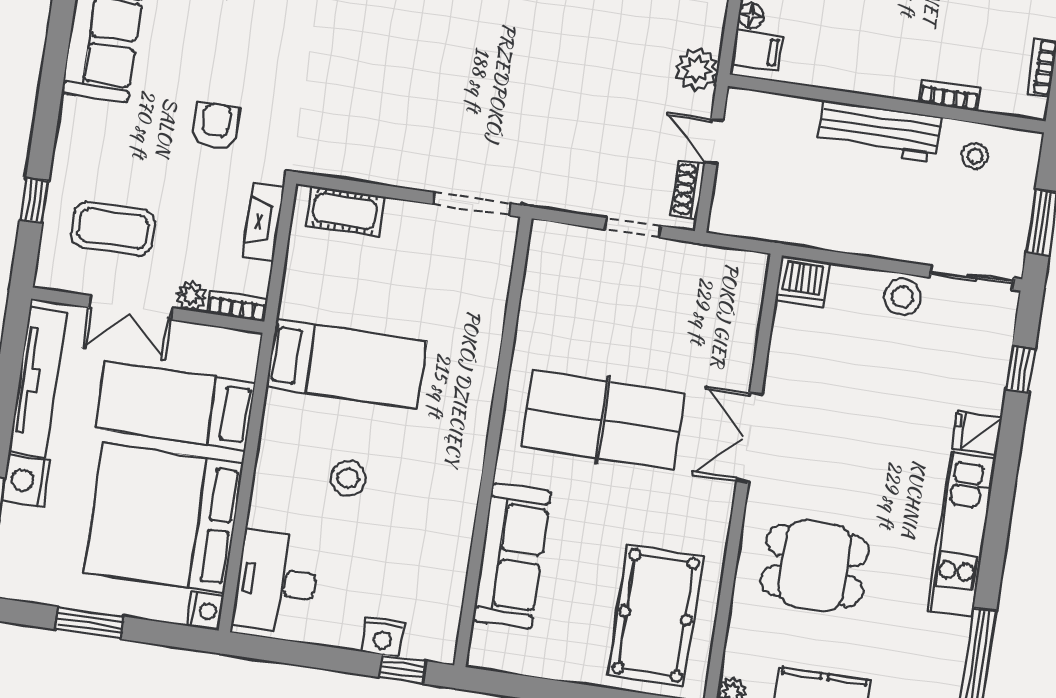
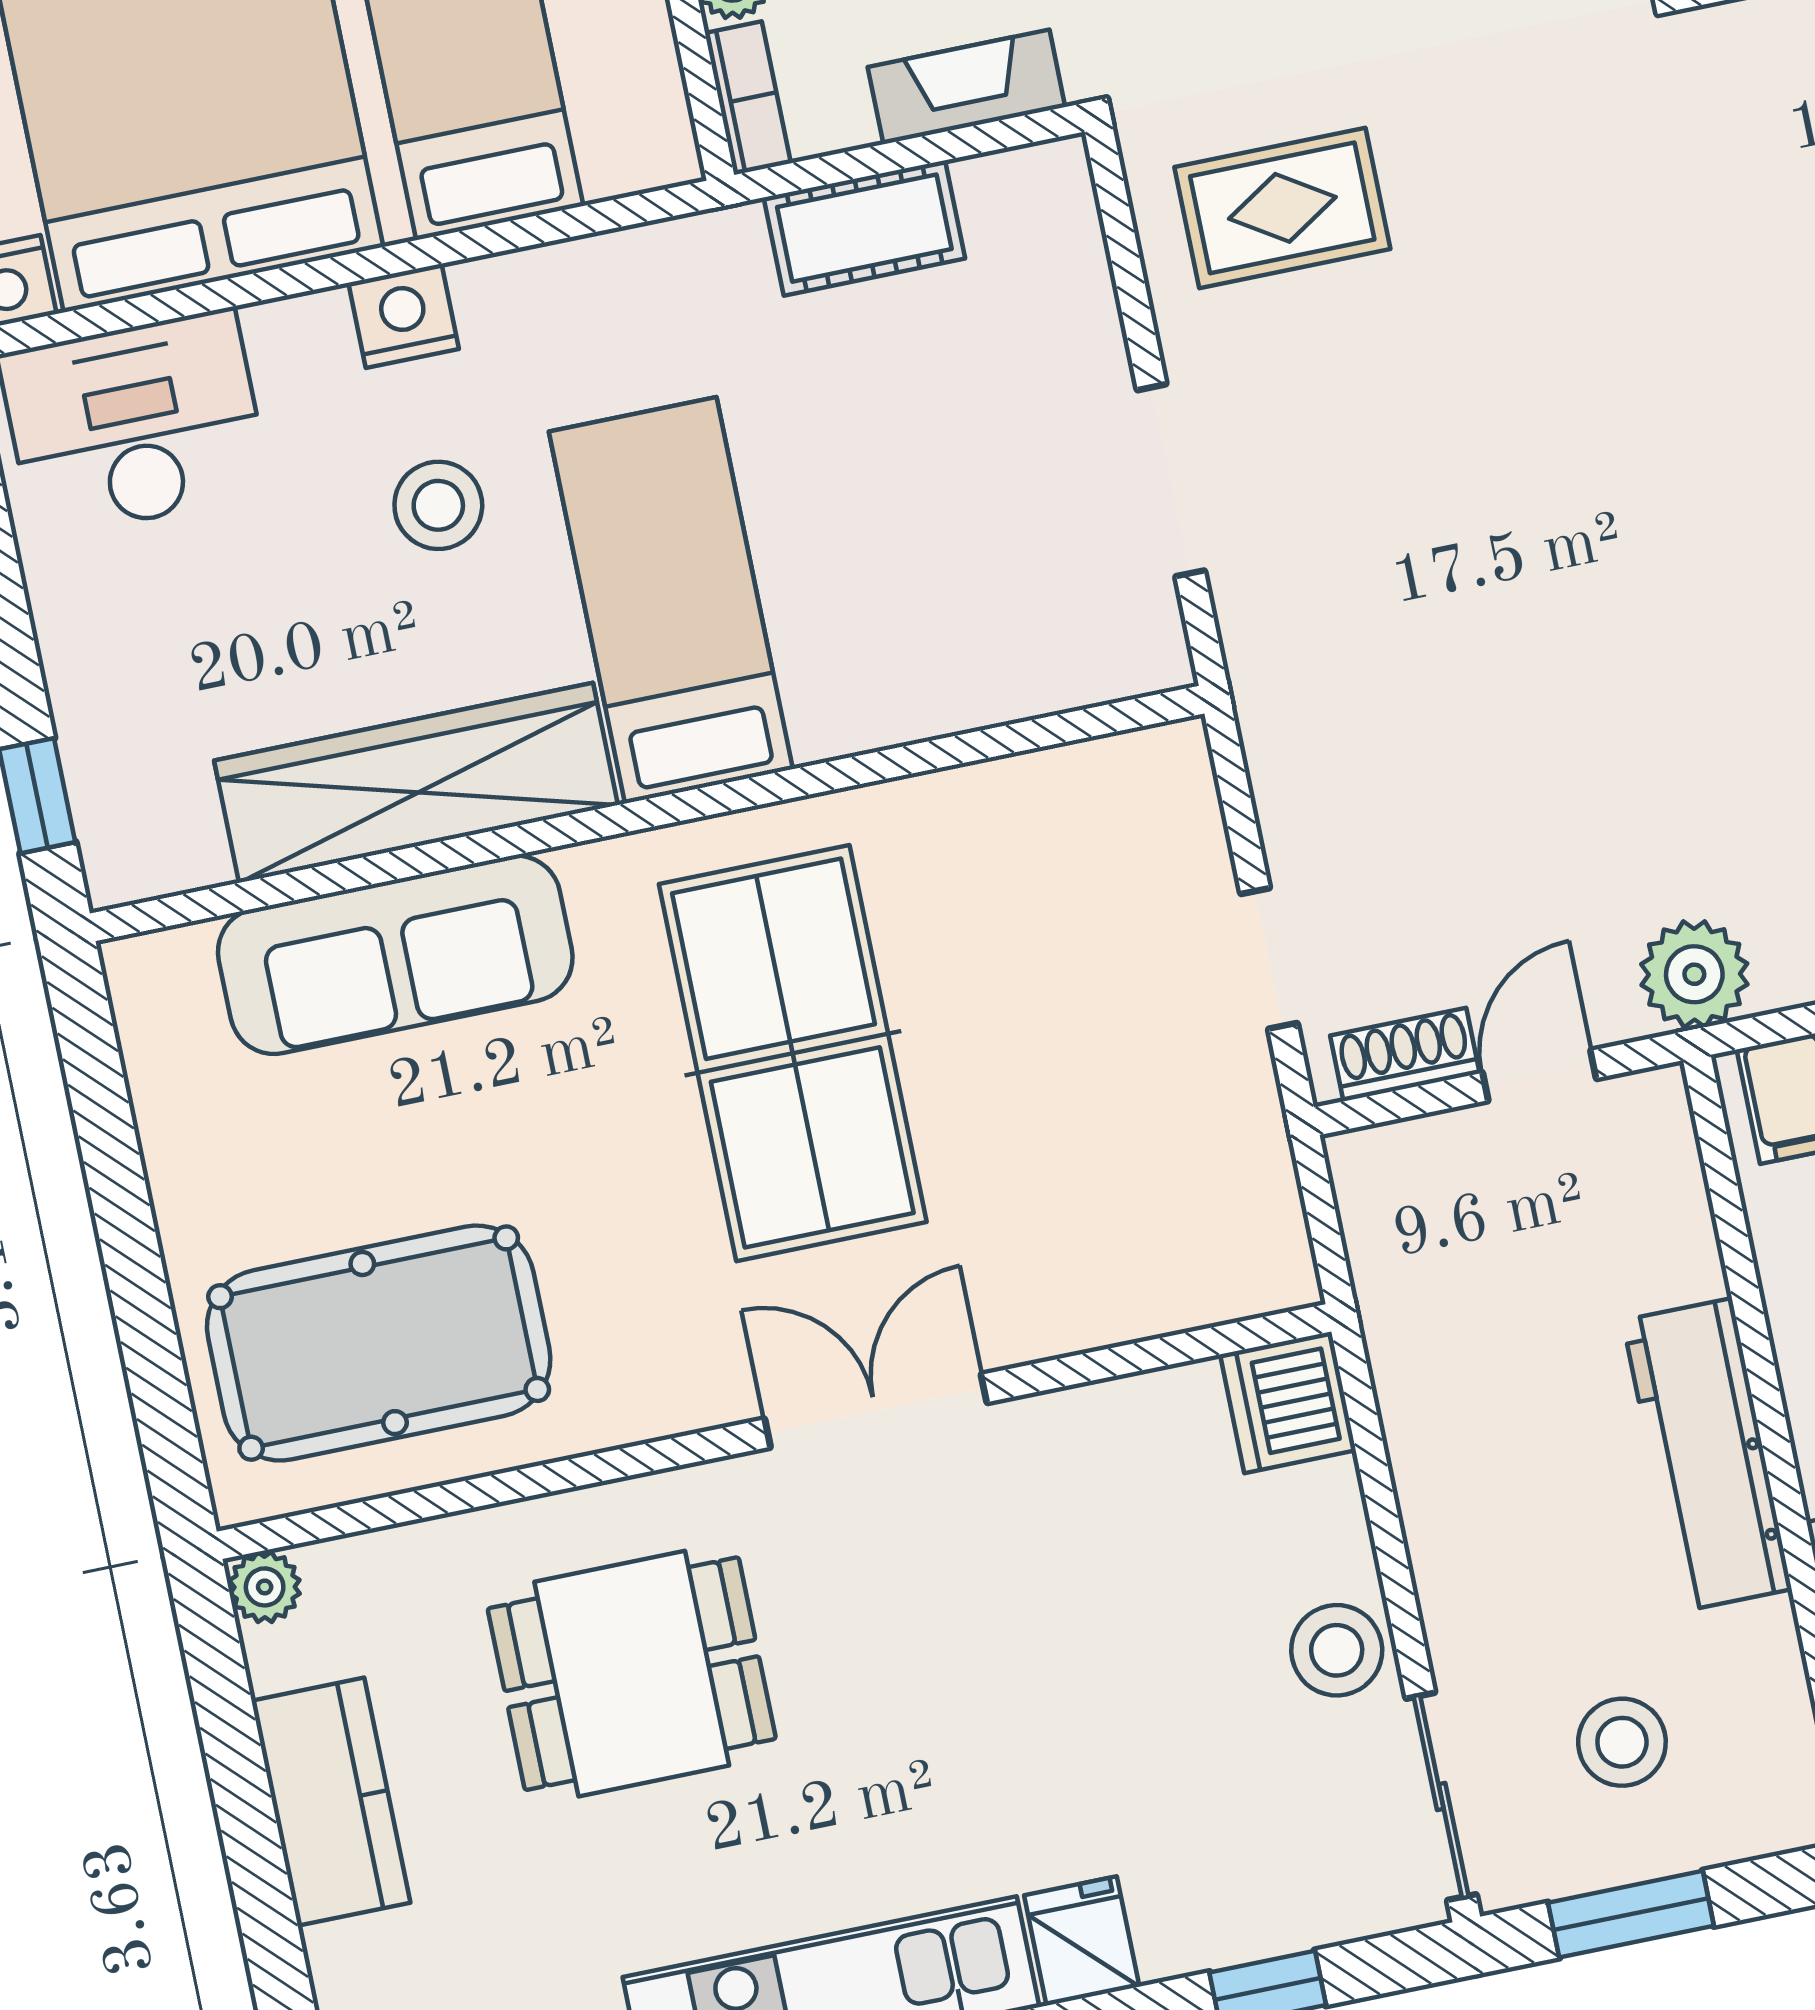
rug: (352, 120) -> (1282, 208), added
stool: (975, 156) -> (1622, 1742), moved, width x1.37, depth x1.37
doorway: (472, 204) -> (1171, 480), moved
cot: (345, 211) -> (864, 228), moved, turned 90
bed: (346, 364) -> (671, 600), moved, turned 180
wardrobe: (450, 525) -> (416, 783), added
dining table: (815, 566) -> (632, 1674), turned 90
nightstand: (383, 637) -> (404, 316), moved, turned 90

